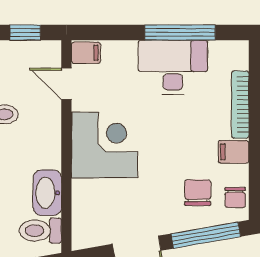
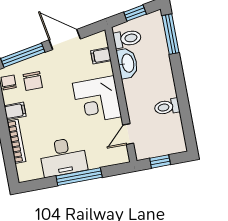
window: (180, 32) -> (79, 177), moved
filing cabinet: (86, 53) -> (101, 56), moved
door: (66, 84) -> (128, 134), swing flipped

